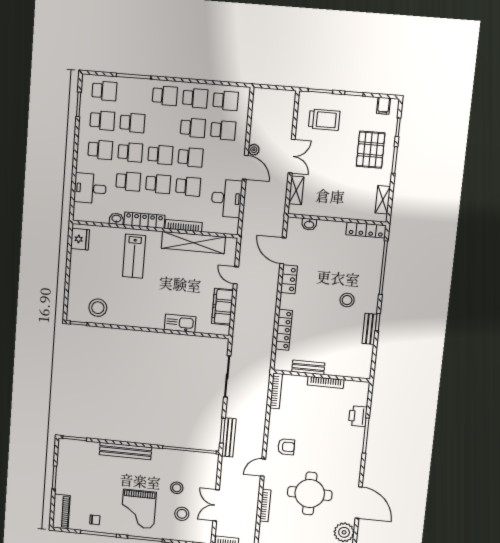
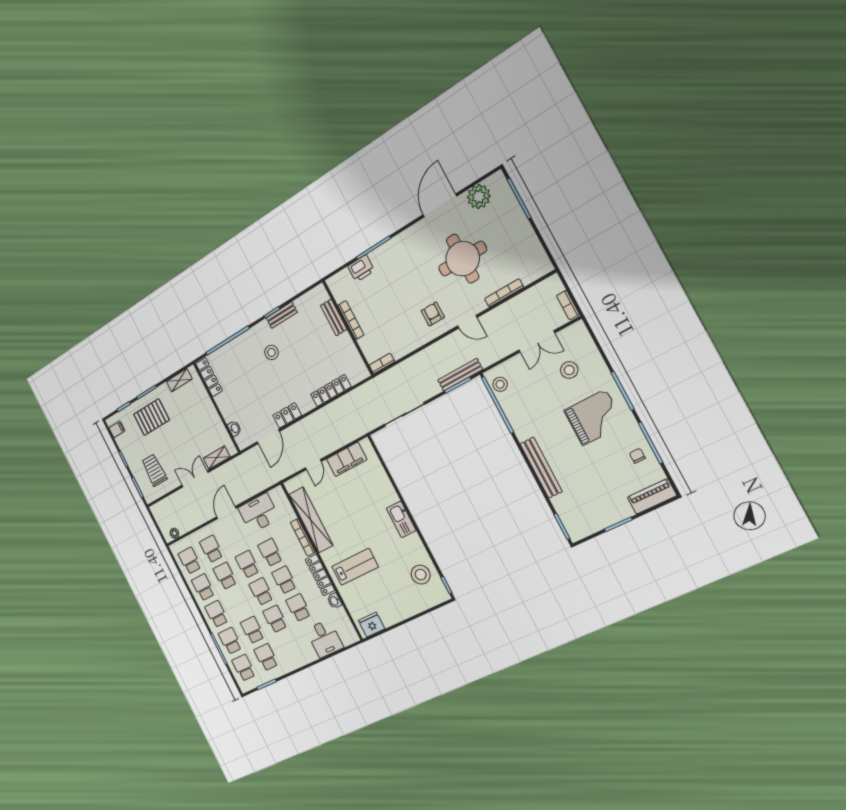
school desk: (100, 150) -> (230, 641), moved
plant: (254, 150) -> (174, 533), moved
kitchen sink: (180, 323) -> (401, 519), moved
bench: (308, 367) -> (334, 317), moved
bookcase: (276, 391) -> (382, 363), width x0.64
stool: (177, 488) -> (500, 384), moved

